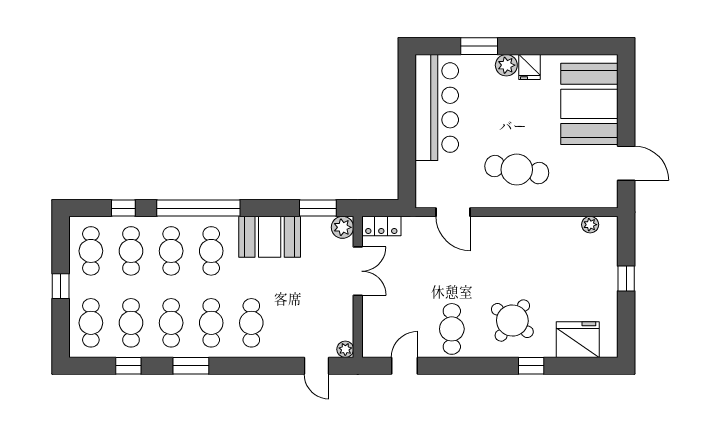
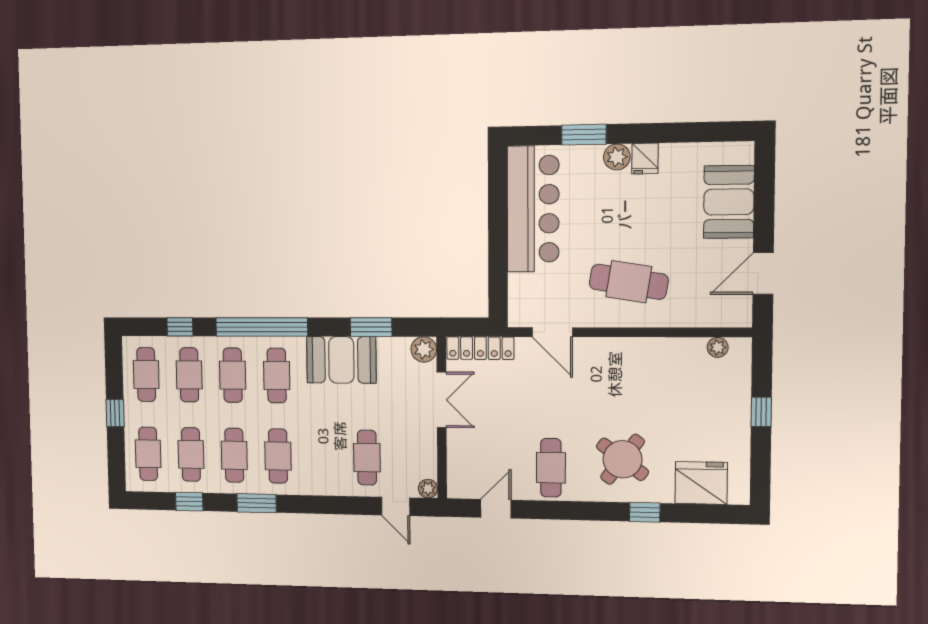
booth: (589, 104) -> (729, 202), width x0.73, depth x0.70
door: (626, 163) -> (763, 274), swing flipped
window: (318, 208) -> (371, 327), moved
locker: (381, 226) -> (480, 348), width x1.53
cafe table: (251, 323) -> (367, 458), moved

